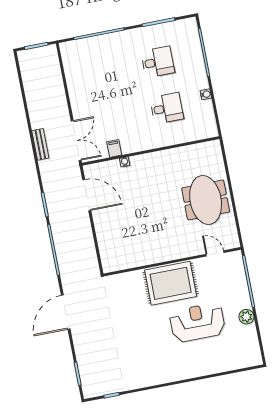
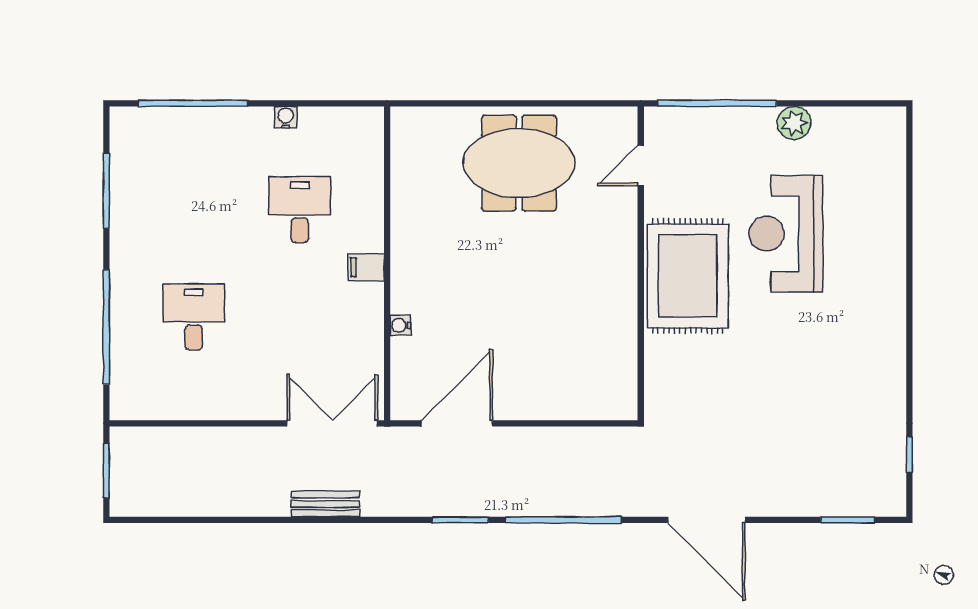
desk: (158, 62) -> (194, 317), moved
filing cabinet: (114, 148) -> (366, 267), moved

